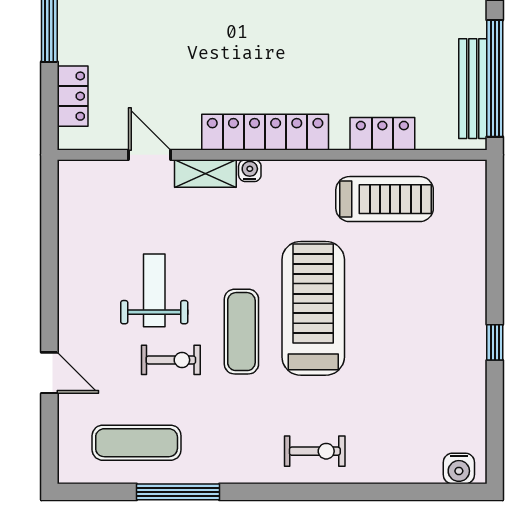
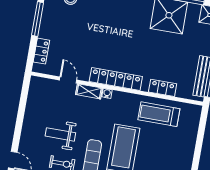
treadmill: (385, 199) -> (159, 114), turned 180
weight bench: (154, 290) -> (60, 134), turned -90

